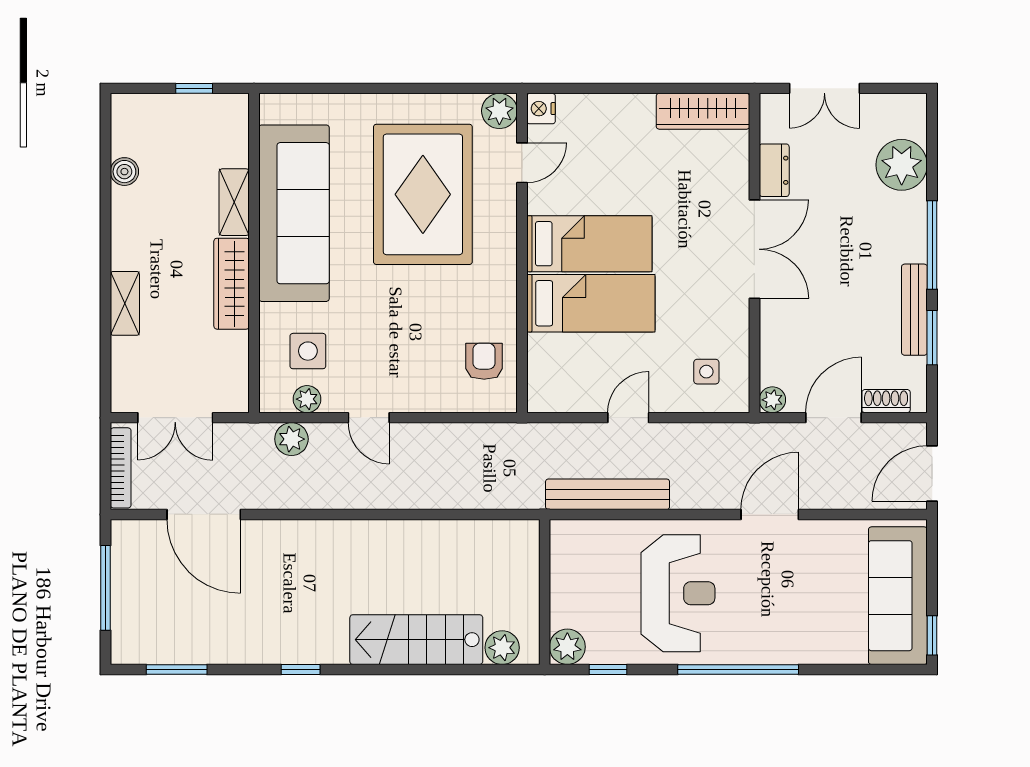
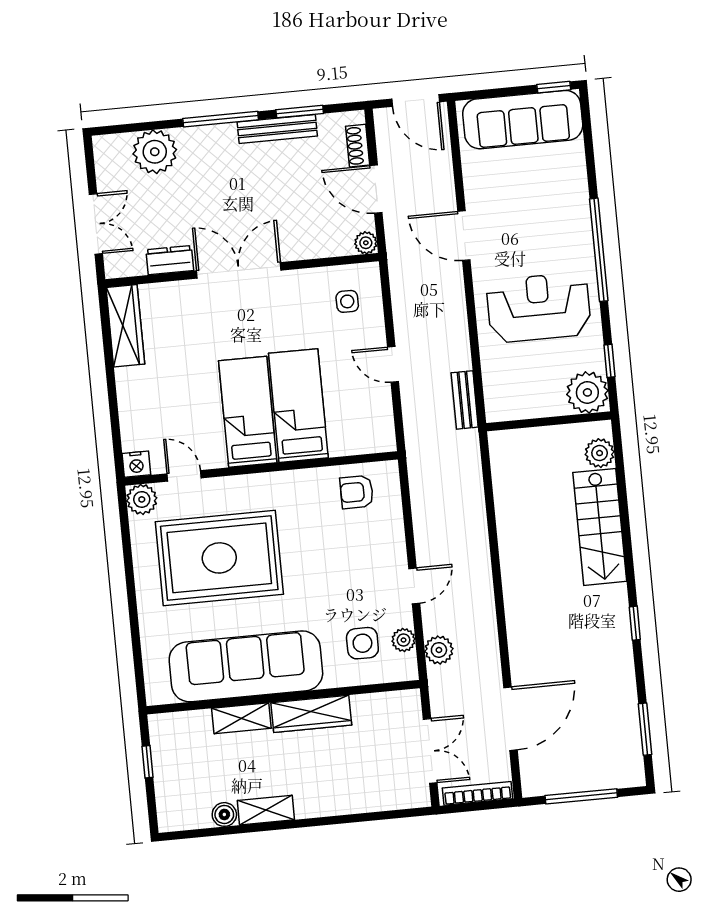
shelving: (125, 303) -> (266, 810), moved
bench: (608, 494) -> (465, 400), width x0.54, depth x0.82
plant: (567, 647) -> (587, 392), width x1.36, depth x1.36

